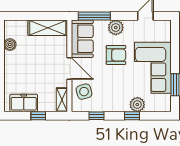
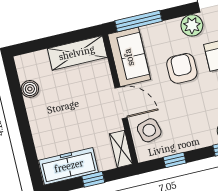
plant: (116, 28) -> (192, 25), moved
armchair: (116, 55) -> (182, 68), turned -90
freezer: (24, 103) -> (69, 166), width x1.40

